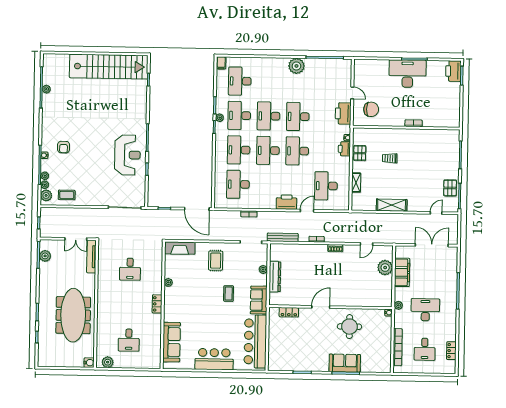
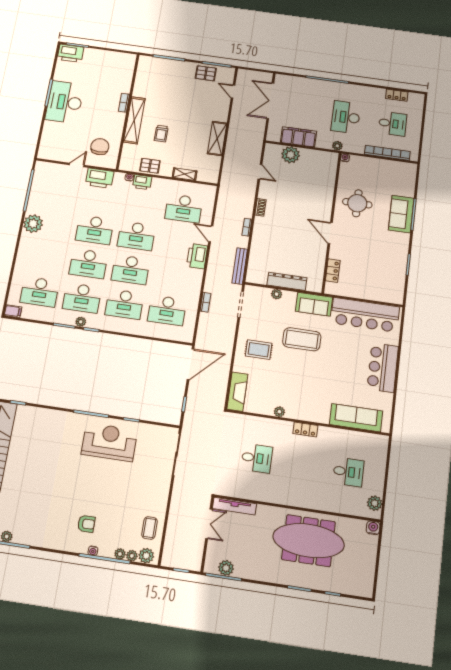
shelving: (399, 134) -> (134, 120), added
coffee table: (229, 294) -> (302, 339), width x1.86, depth x1.72

